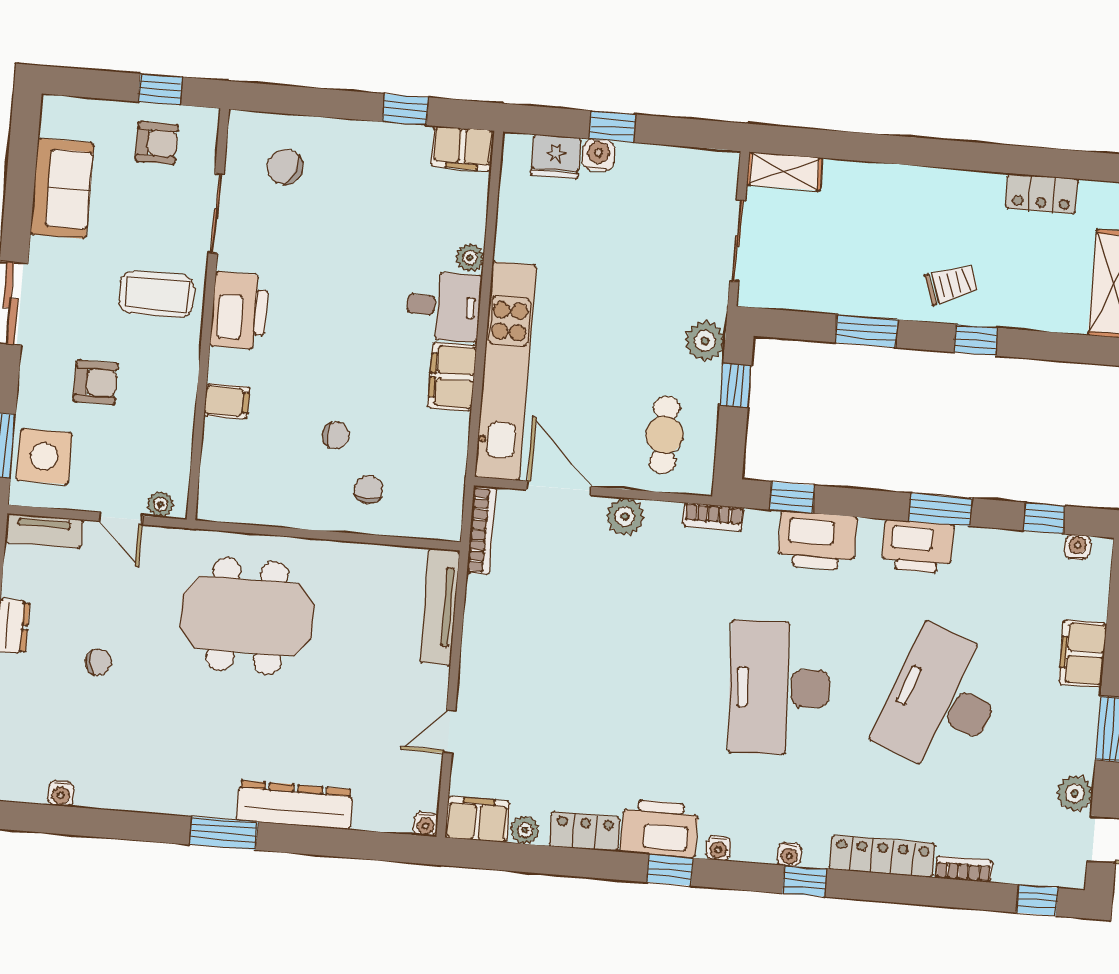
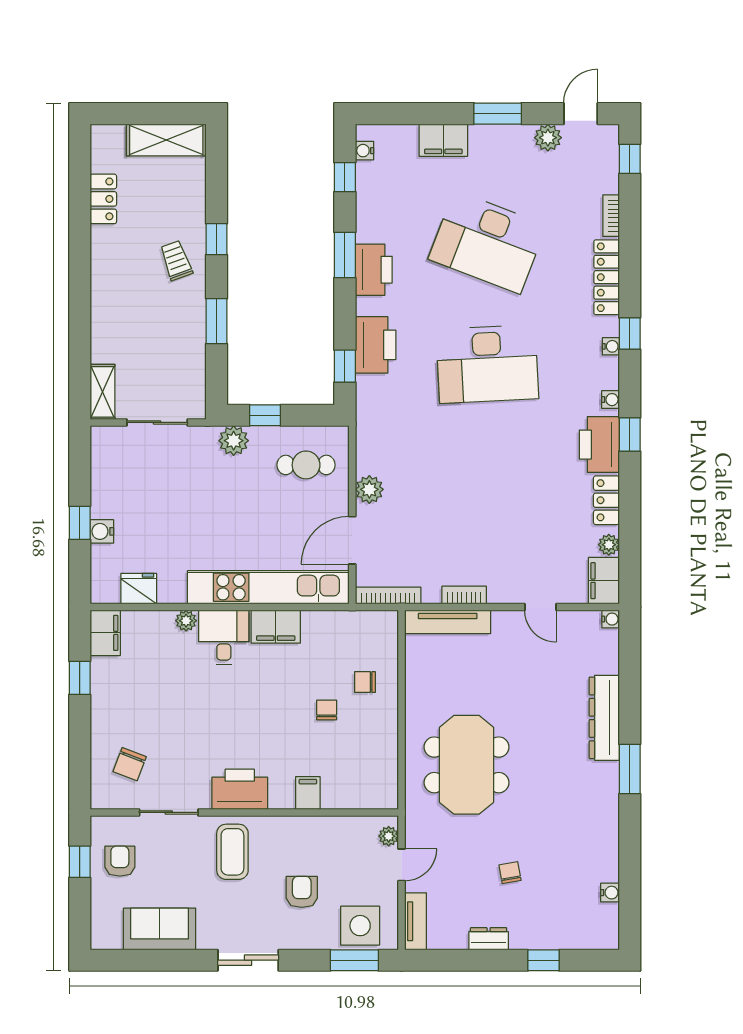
fridge: (556, 156) -> (139, 589), moved, turned -90
bookcase: (713, 517) -> (464, 595), moved, turned -90

